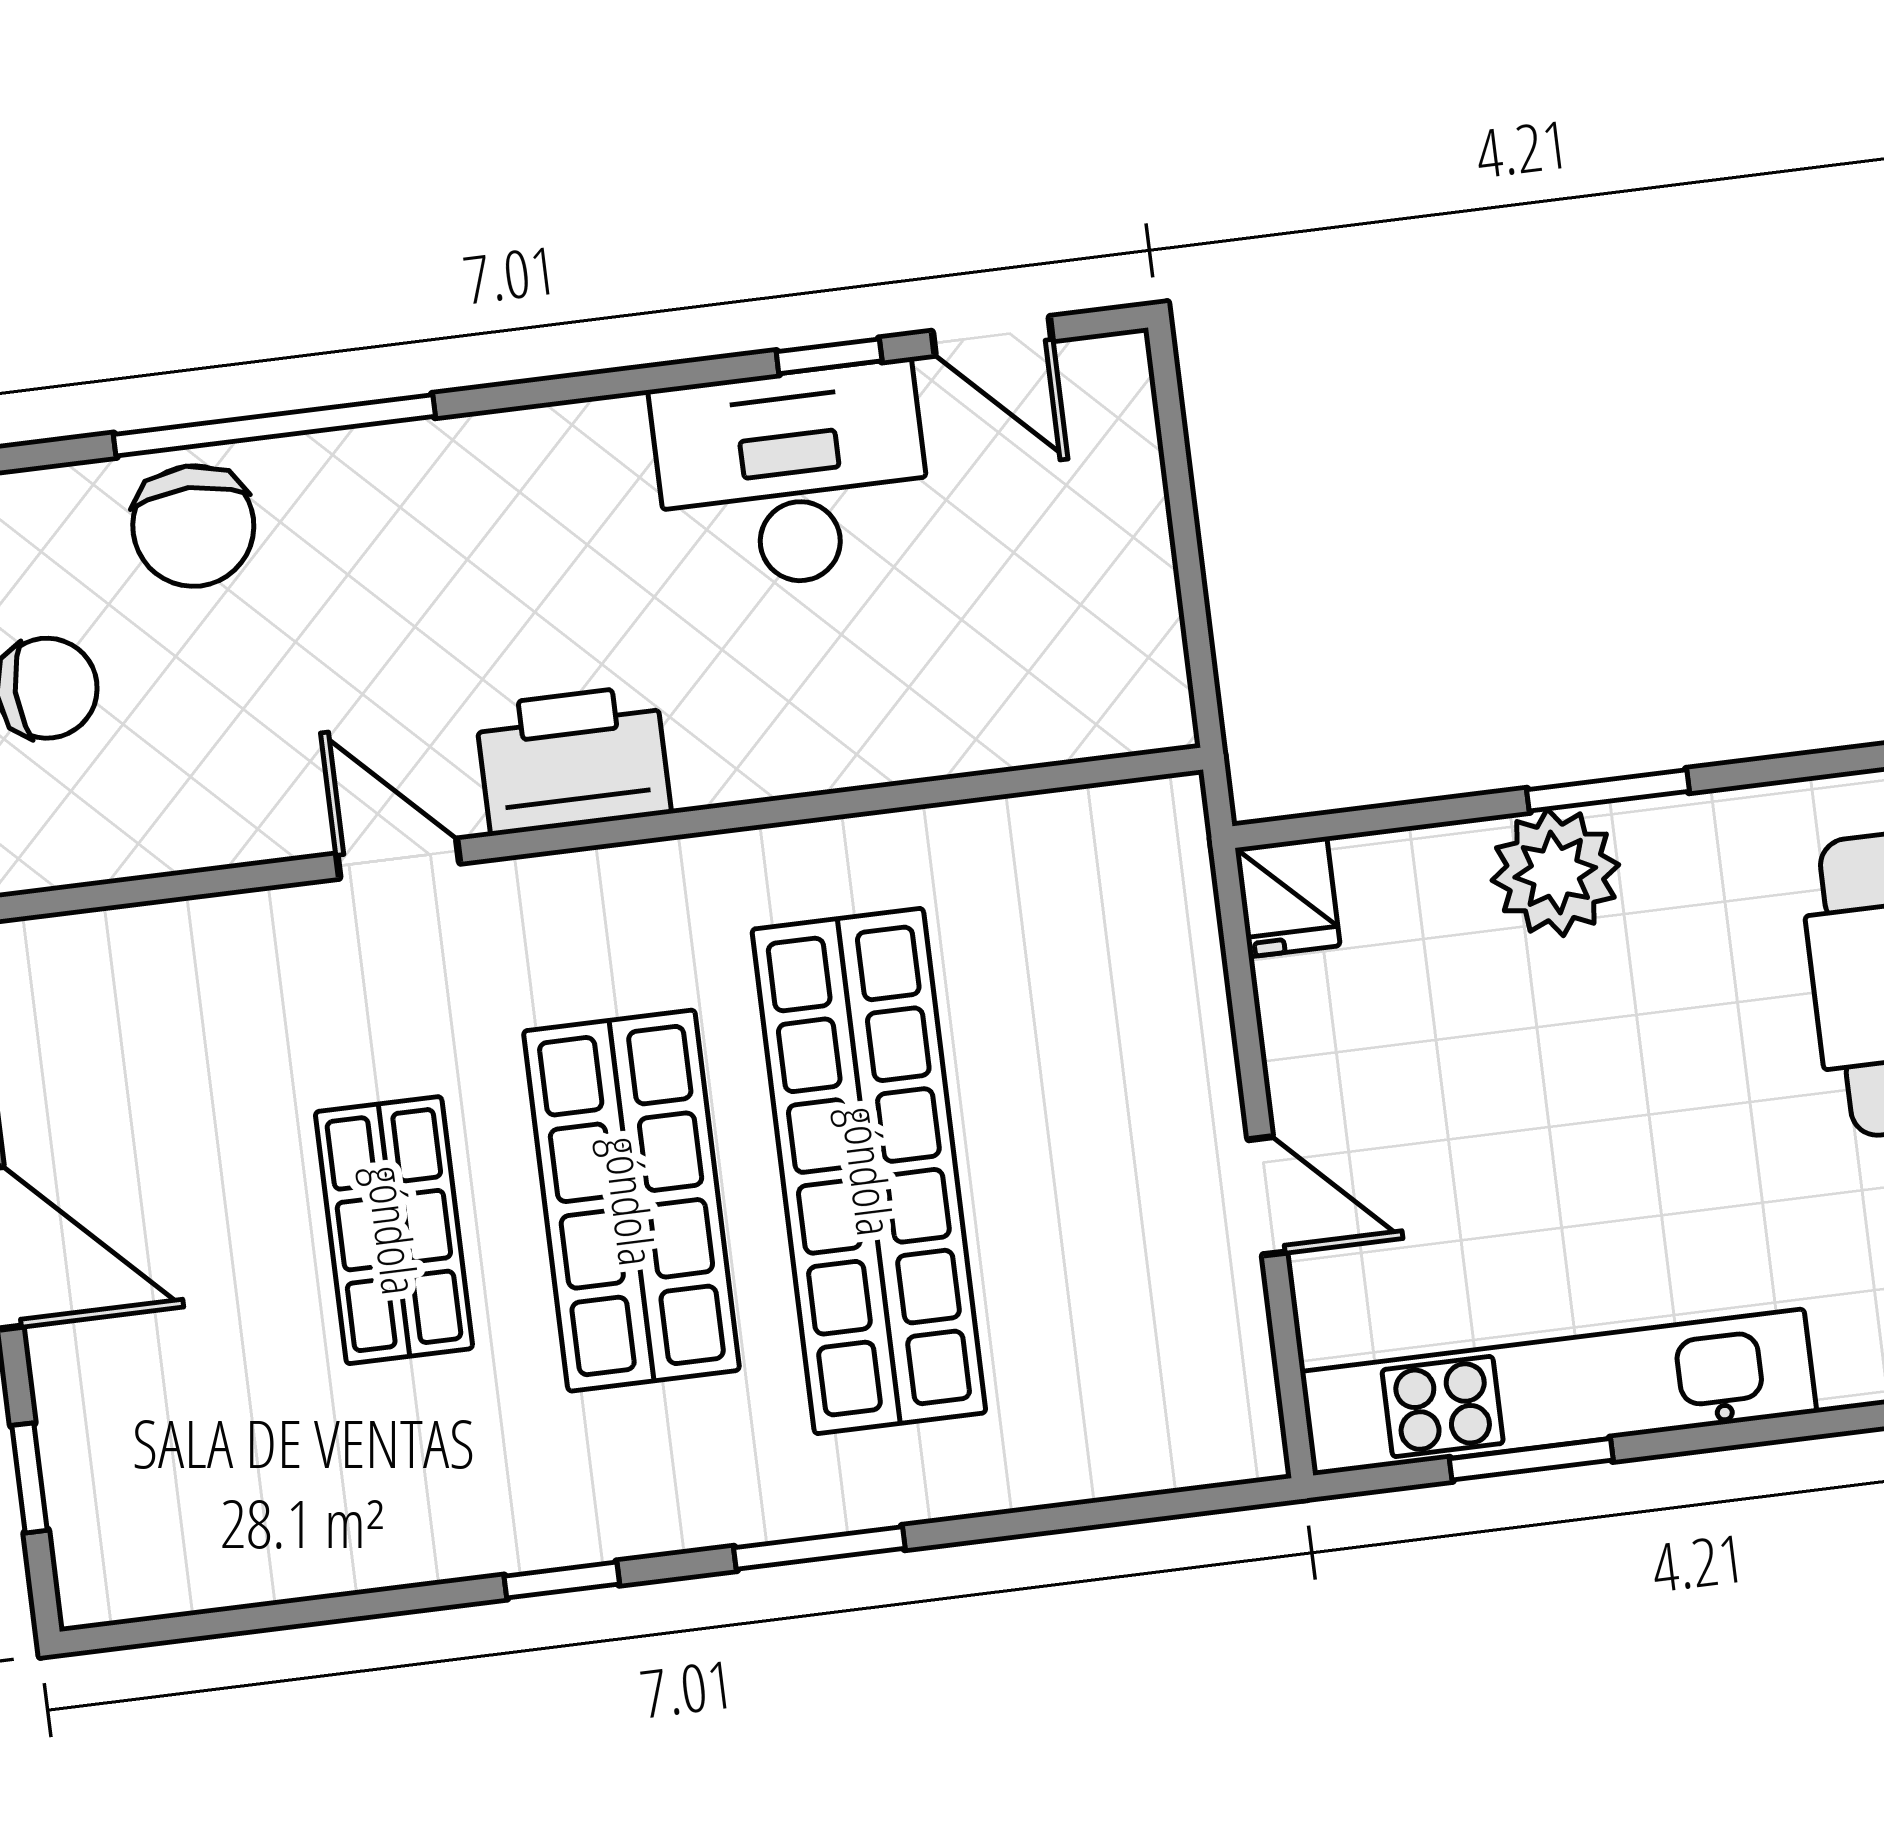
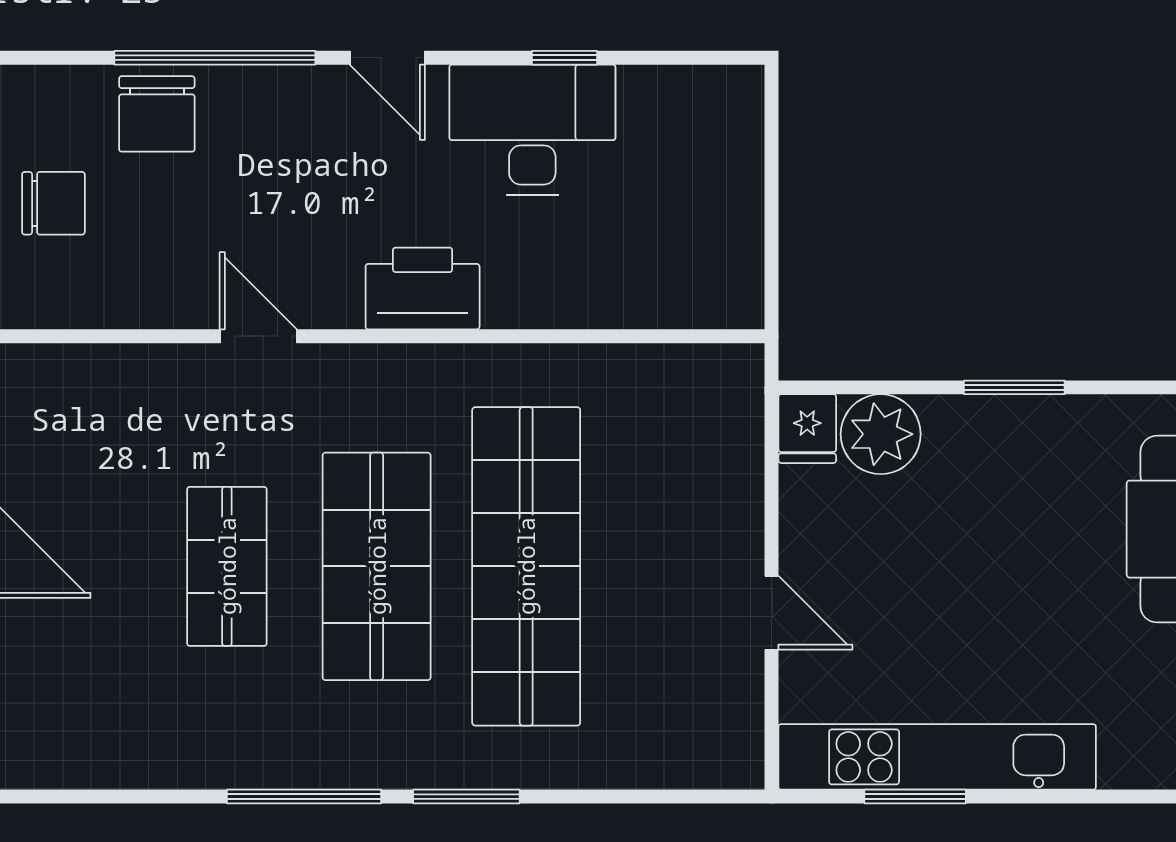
door: (992, 336) -> (387, 58), moved
printer: (573, 760) -> (423, 288), moved
plant: (1555, 872) -> (881, 434), moved
window: (562, 1580) -> (304, 797), width x2.17

